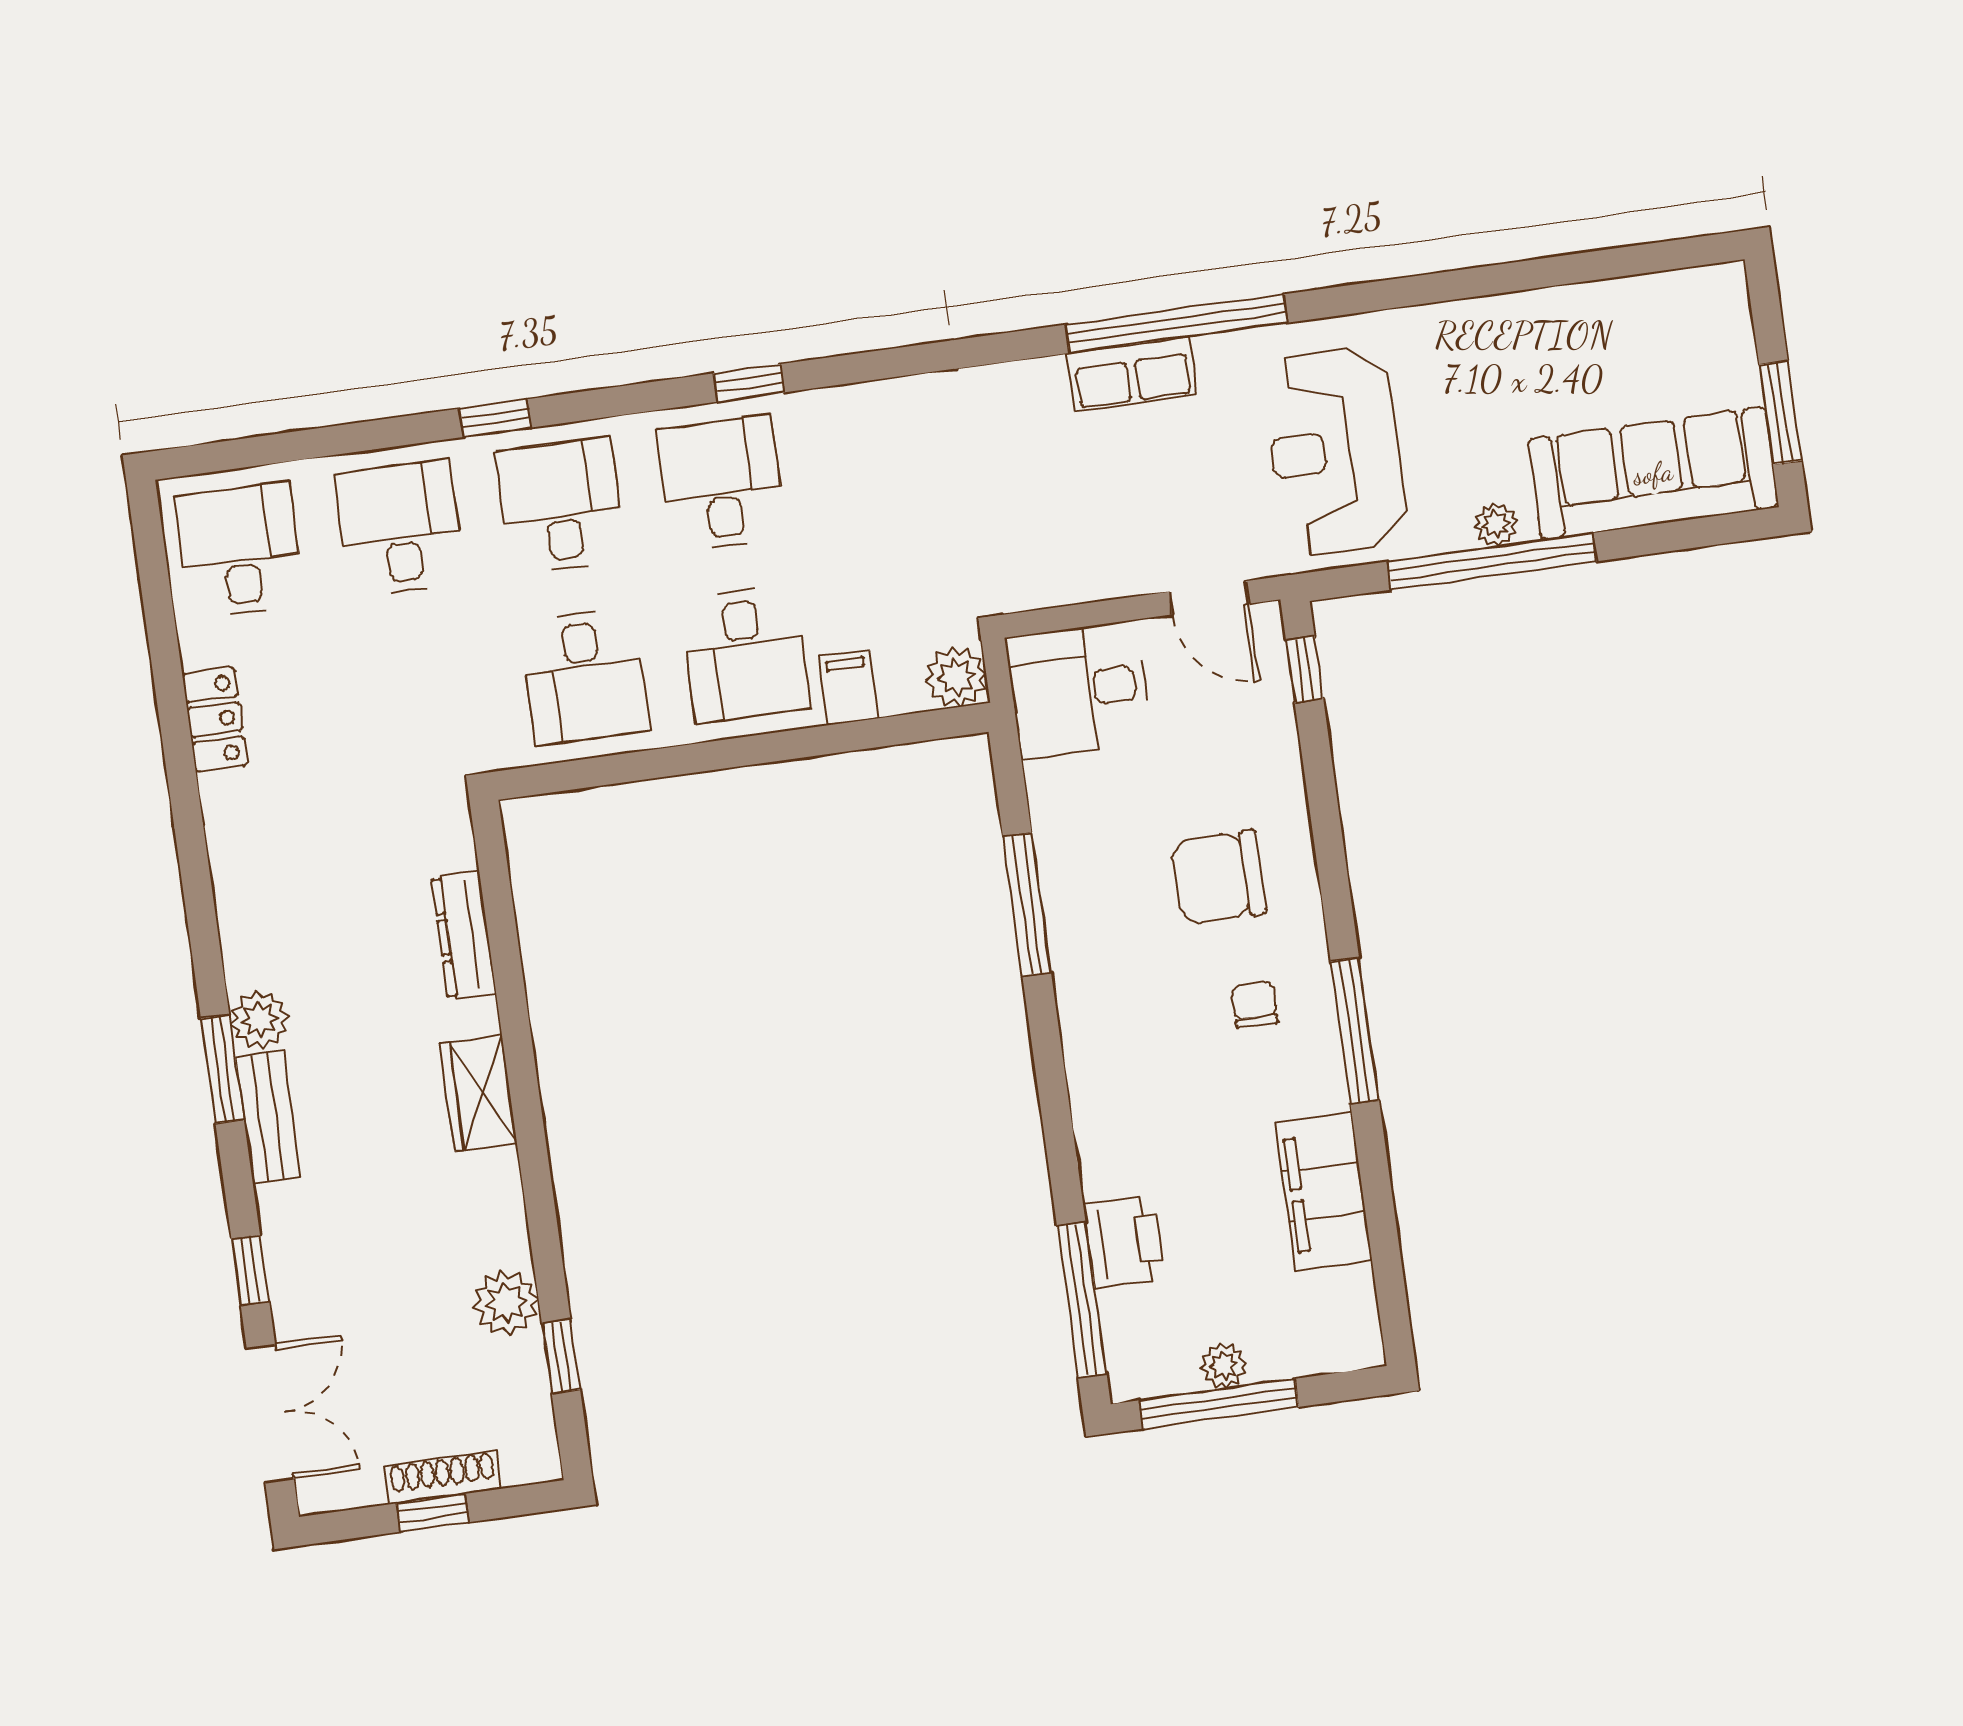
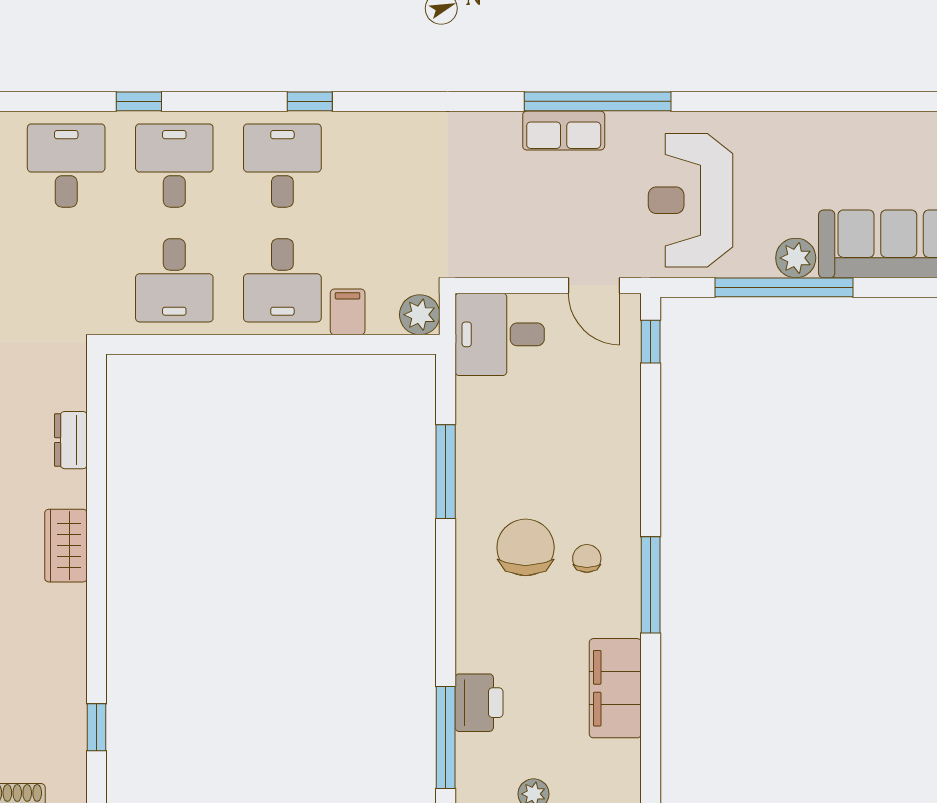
plant: (1496, 524) -> (796, 258), width x1.38, depth x1.38
chair: (1219, 877) -> (526, 547), moved, turned 90
dresser: (464, 935) -> (71, 440), width x0.70
plant: (506, 1303) -> (65, 687), removed

